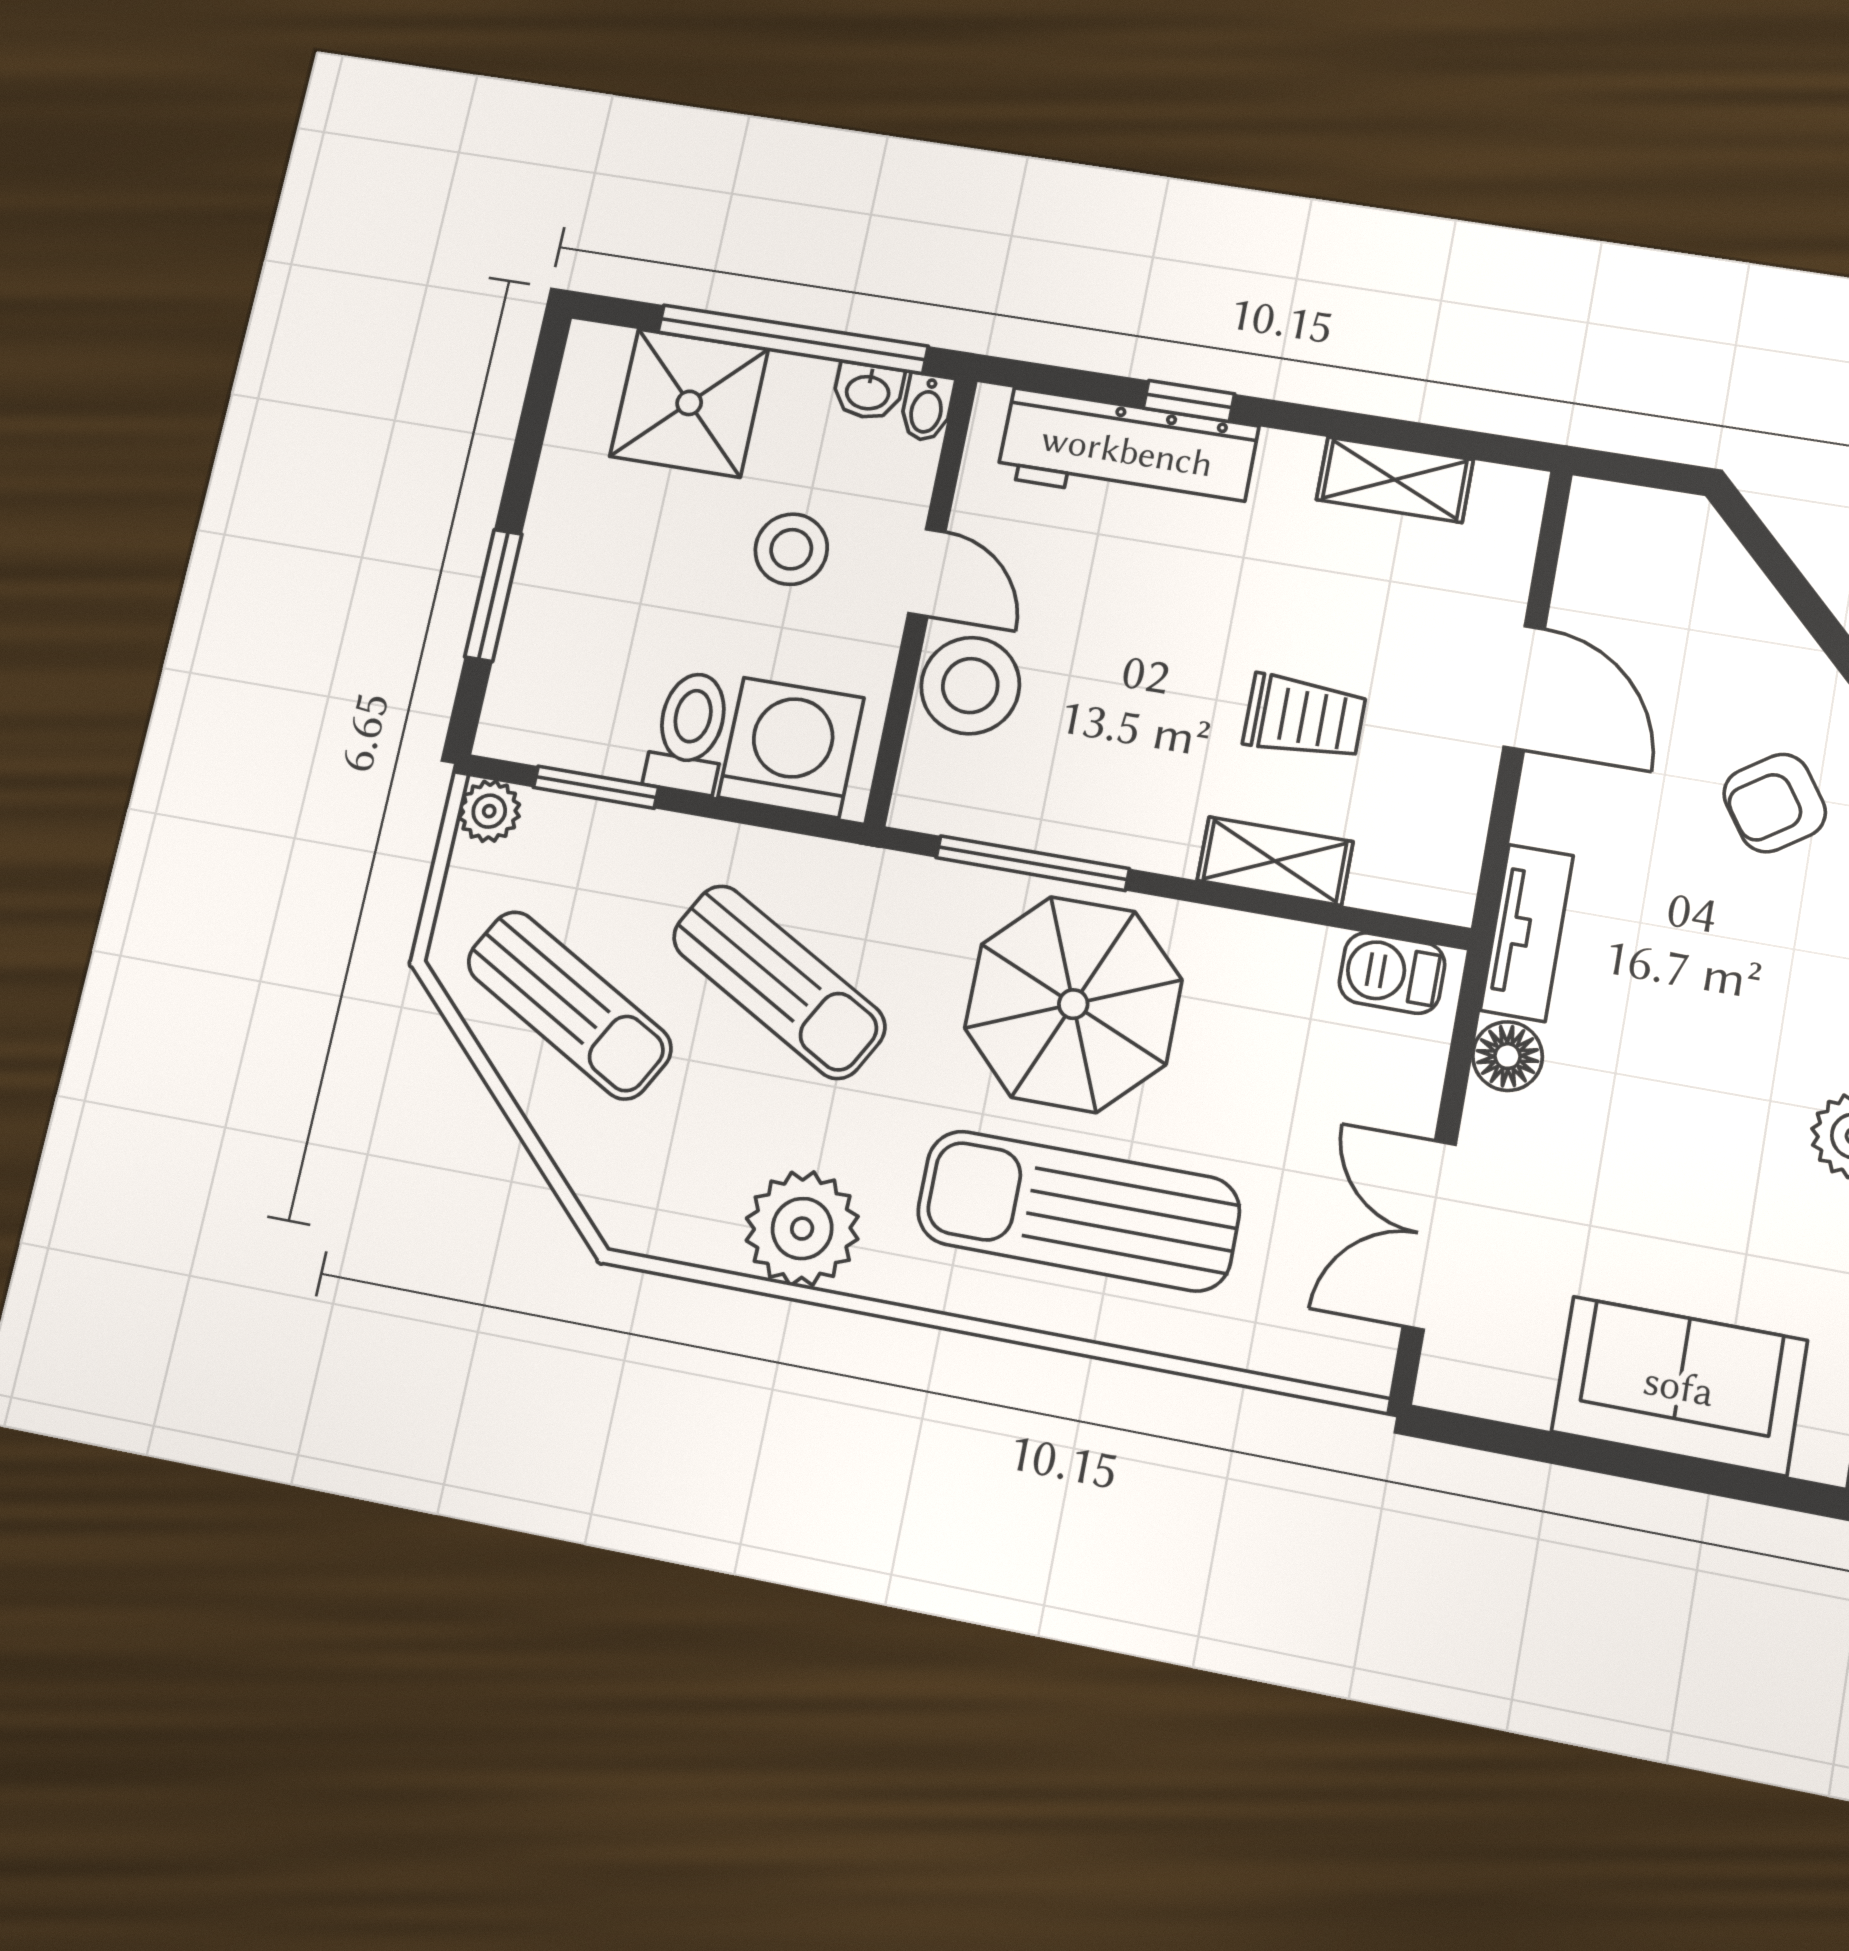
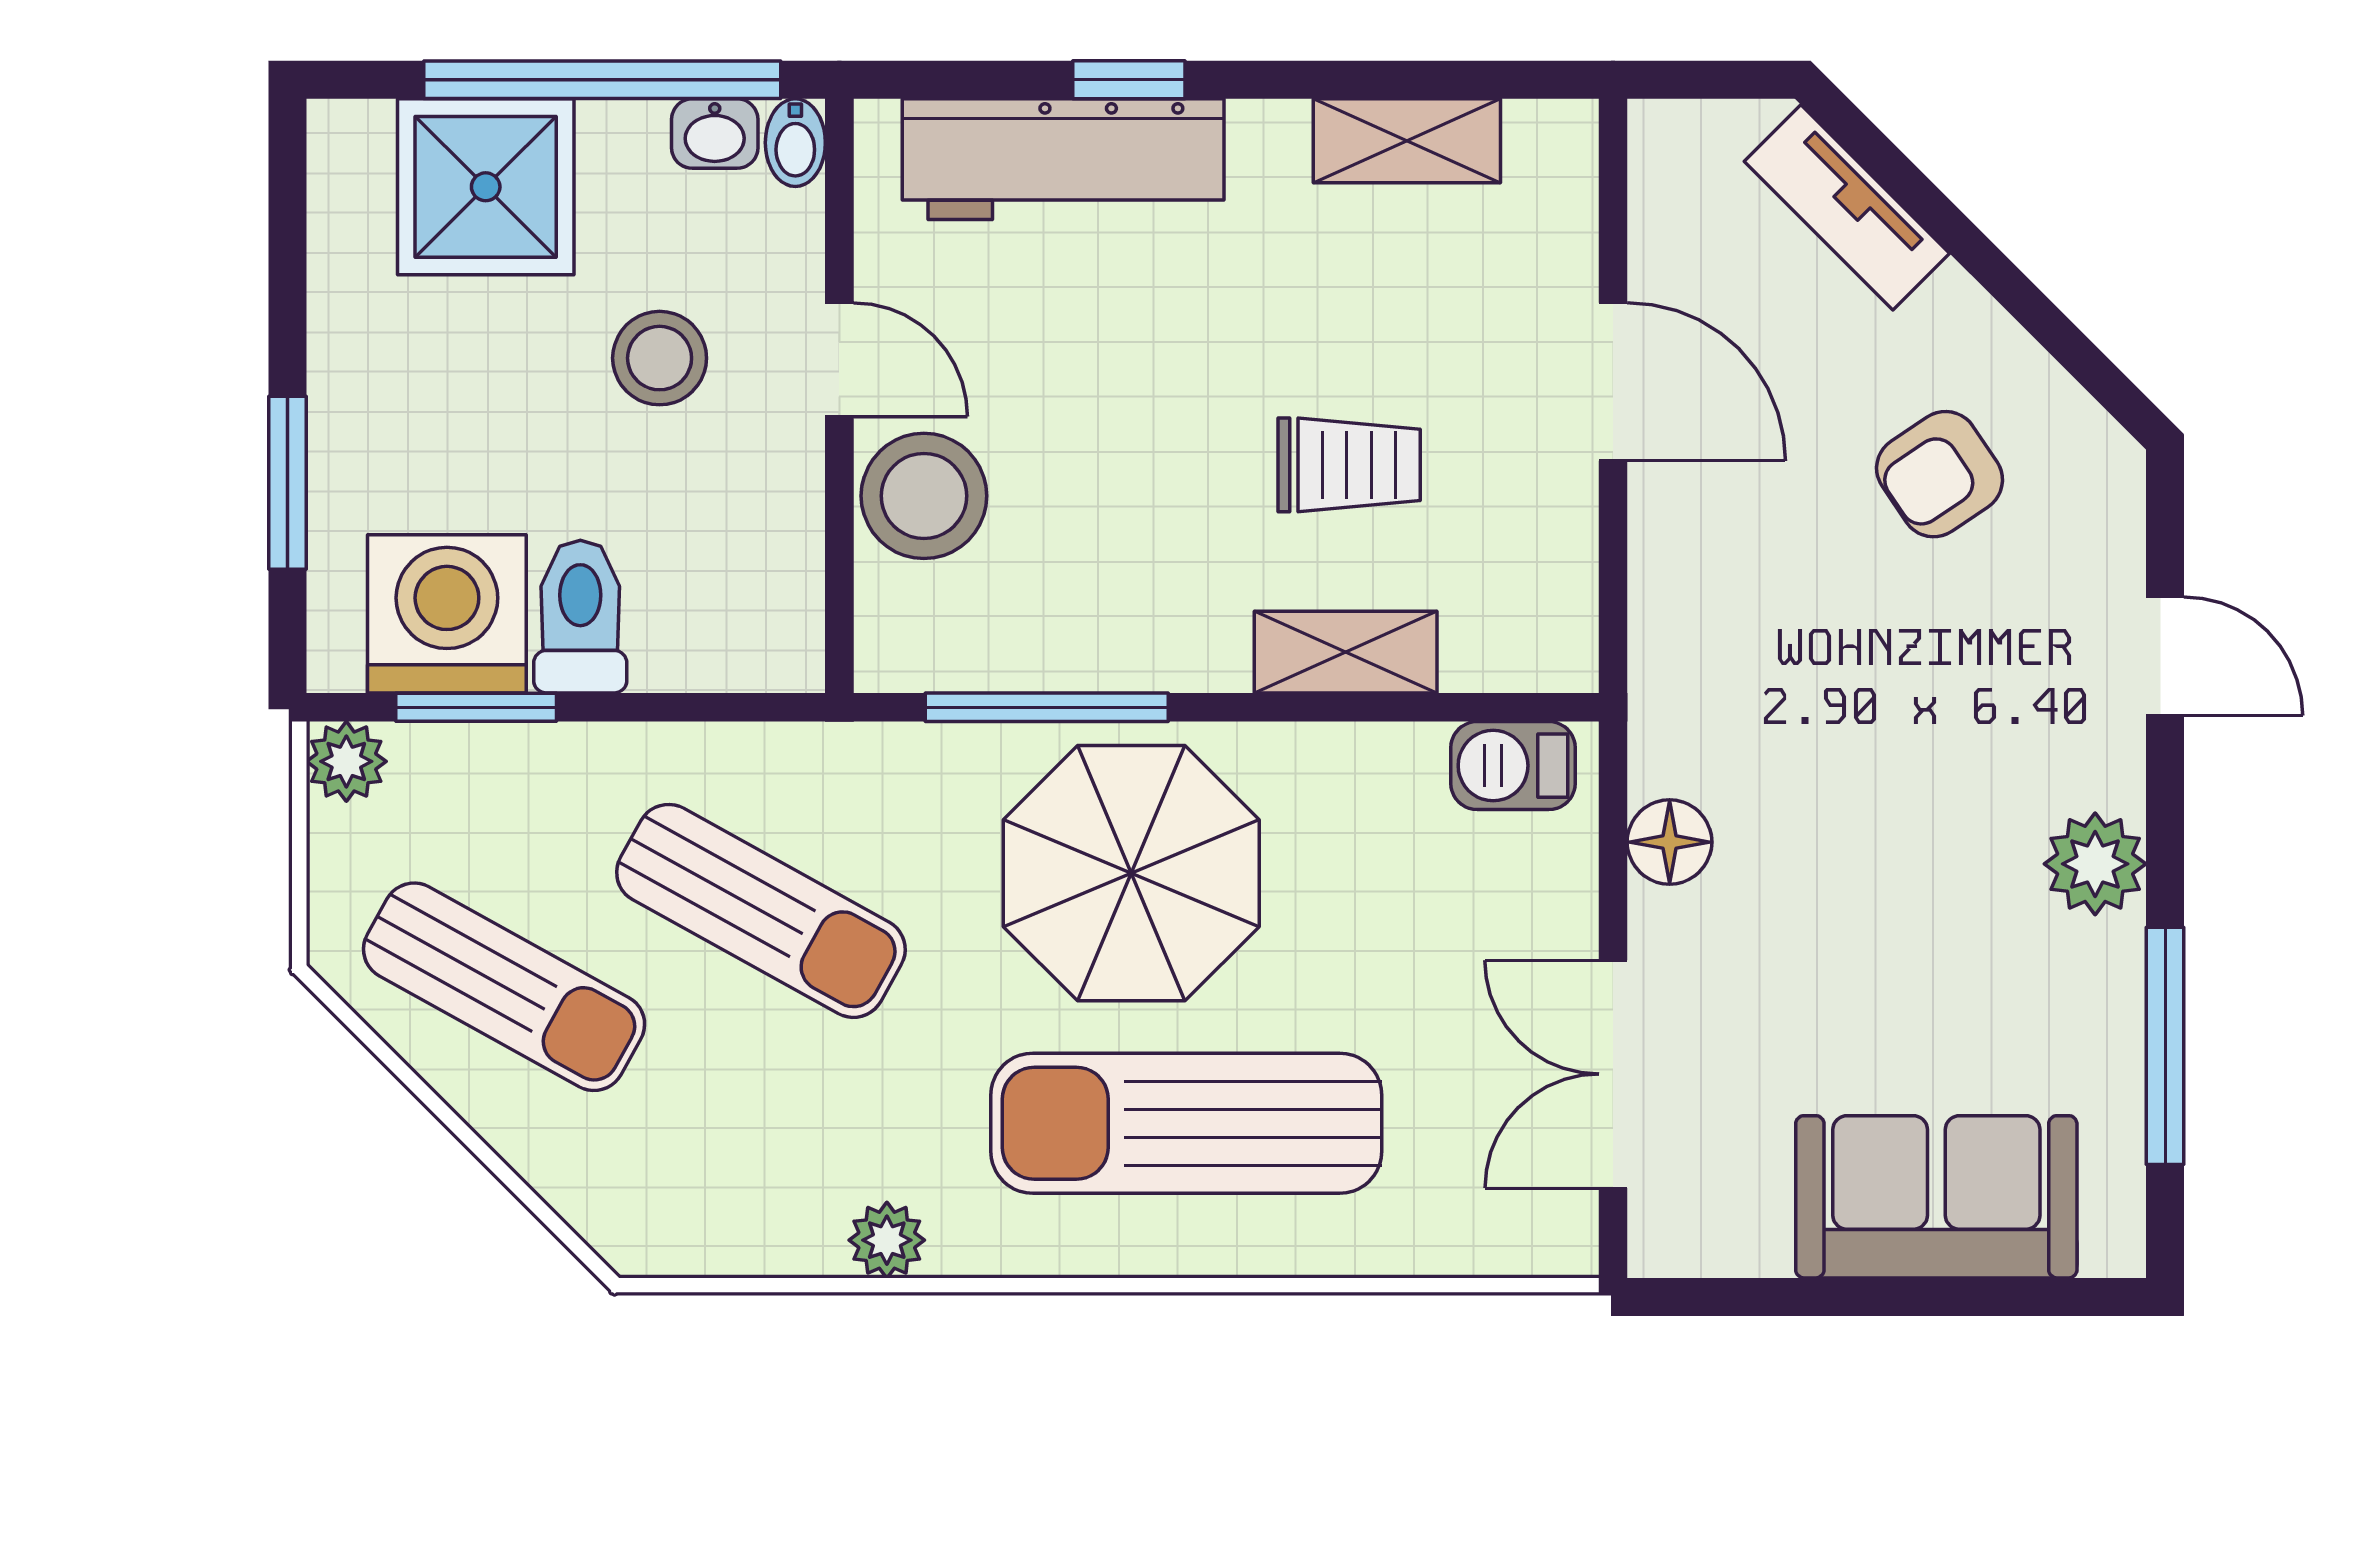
washing machine: (791, 747) -> (447, 614), moved
tv unit: (1527, 933) -> (1847, 207), moved, turned 135
plant: (802, 1229) -> (887, 1240), width x0.53, depth x0.53

